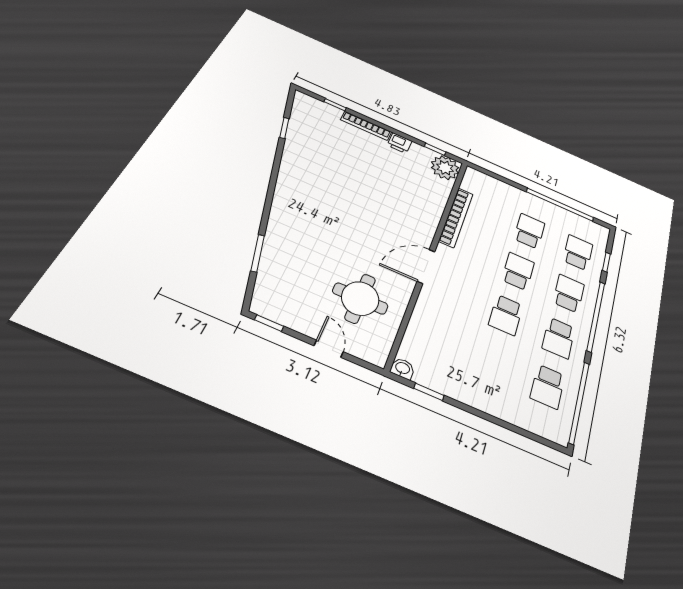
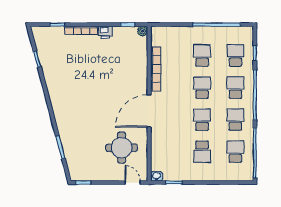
plant: (445, 168) -> (143, 31), width x0.53, depth x0.53
door: (426, 266) -> (149, 111), width x1.36
school desk: (506, 315) -> (202, 120), turned 180
school desk: (559, 338) -> (235, 120), turned 180
door: (329, 349) -> (133, 183), moved
school desk: (492, 363) -> (202, 152), added
school desk: (548, 387) -> (235, 152), turned 180

